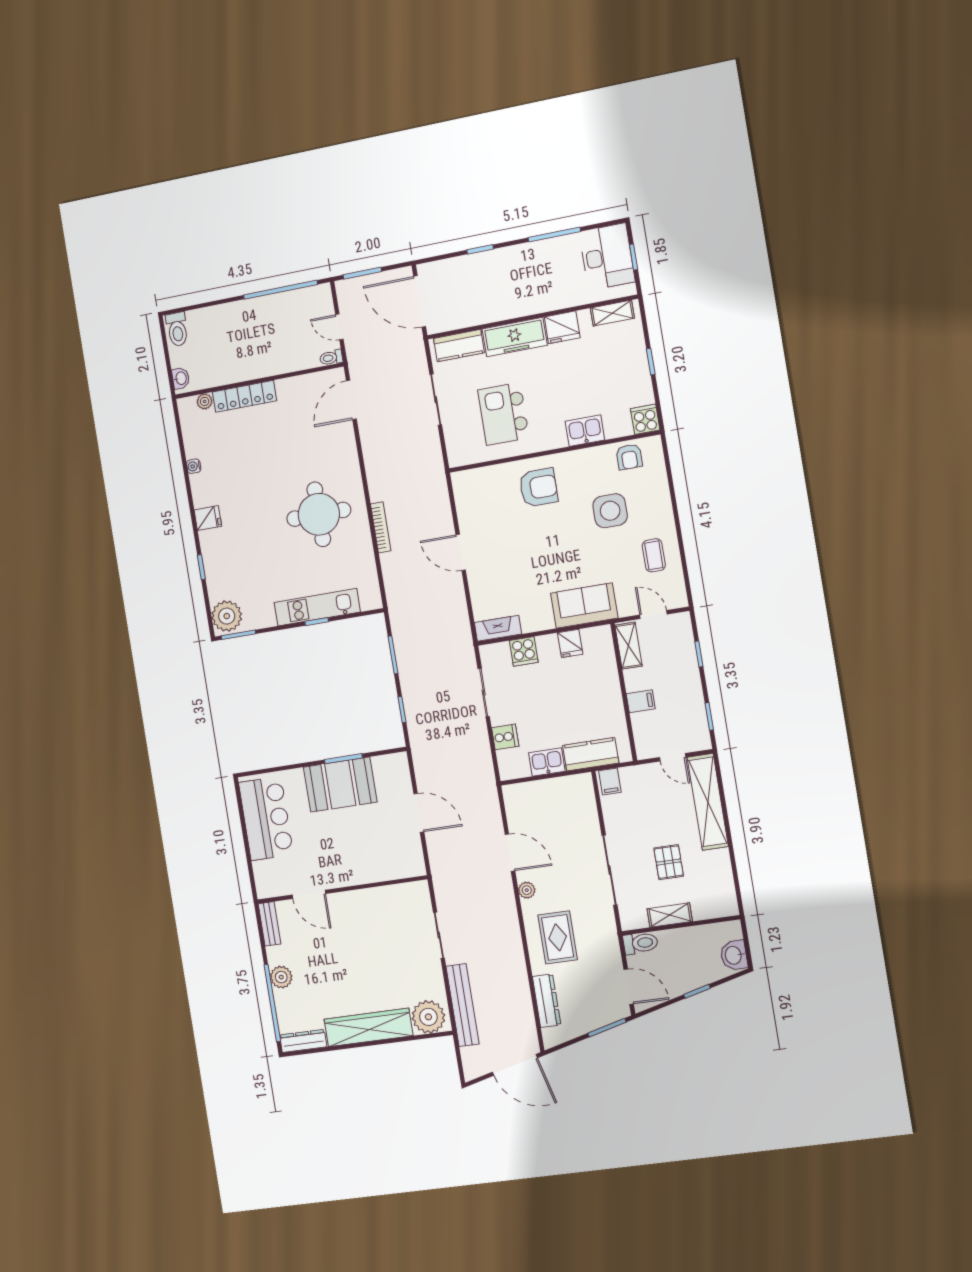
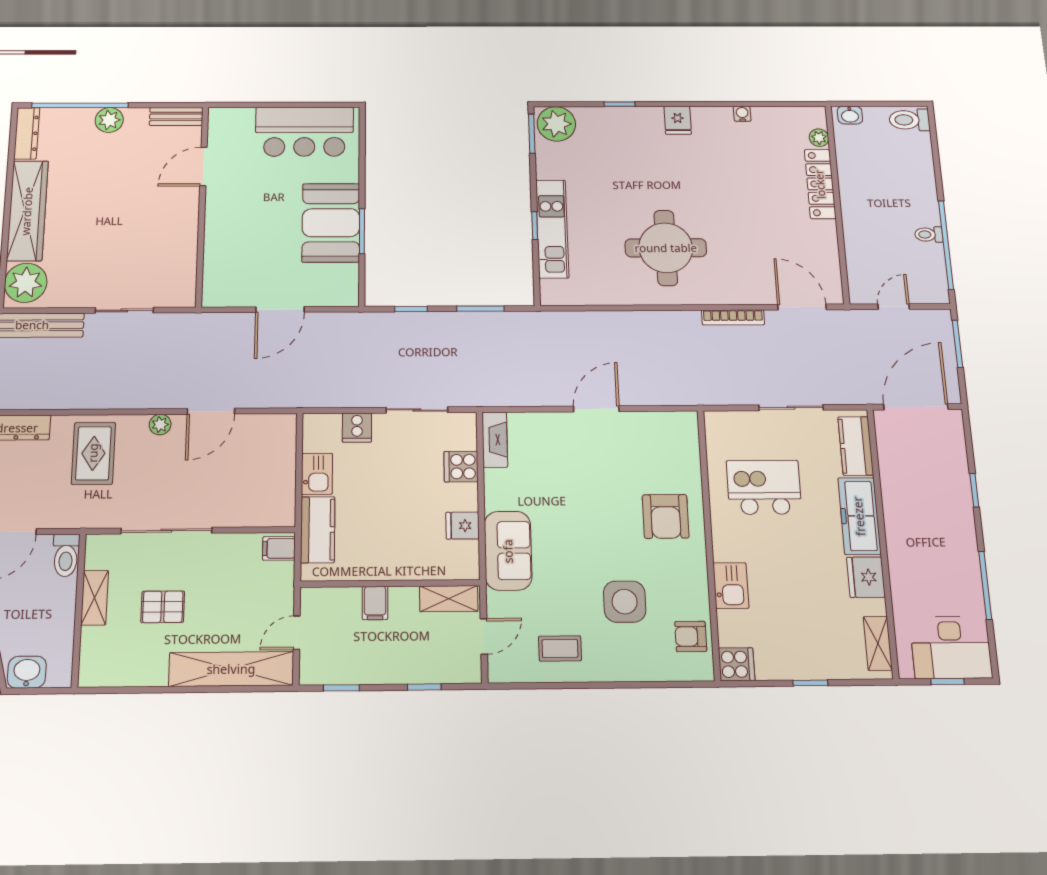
toilet: (331, 358) -> (929, 234), moved, turned -90
bookcase: (381, 527) -> (733, 317), moved
rug: (558, 937) -> (93, 453), turned 90

